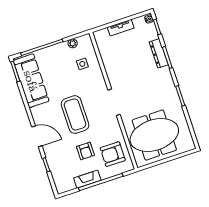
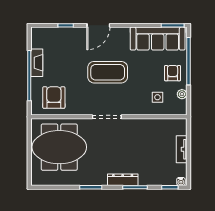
dresser: (159, 53) -> (123, 180), moved
meeting table: (154, 135) -> (59, 147), turned 90
armchair: (85, 151) -> (173, 73), moved, turned 90

